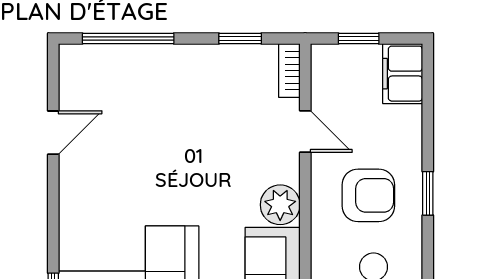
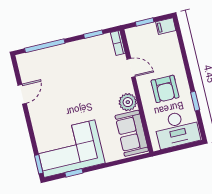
filing cabinet: (403, 74) -> (166, 26), width x0.50
window: (428, 193) -> (195, 101), moved
armchair: (368, 195) -> (165, 89), turned 90

